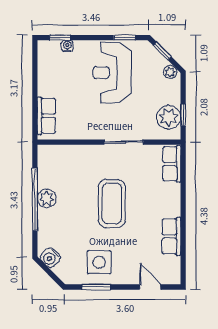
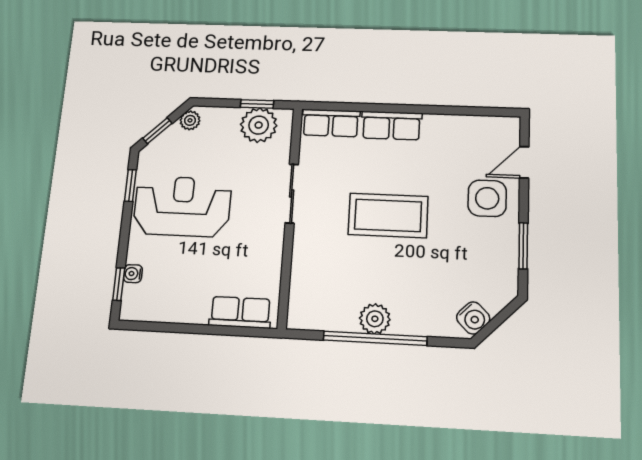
reception desk: (112, 73) -> (182, 206), turned 180
row of seats: (171, 236) -> (391, 126), moved
side table: (99, 262) -> (487, 198), moved

